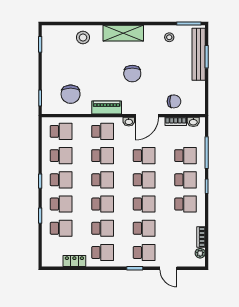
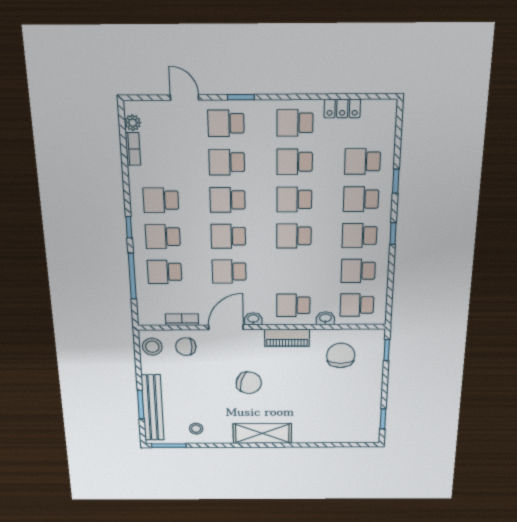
stool: (83, 37) -> (152, 347), moved
chair: (132, 74) -> (249, 383), turned 106
washbasin: (193, 122) -> (325, 318), moved
school desk: (103, 156) -> (294, 271), removed

